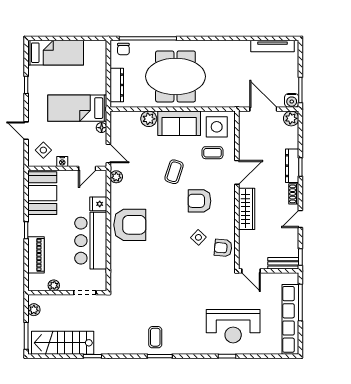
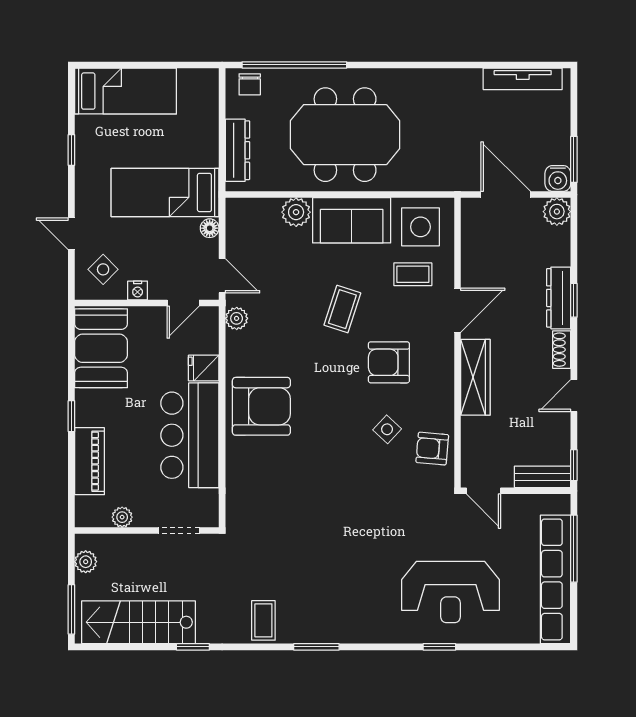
coffee table: (155, 337) -> (263, 620), moved

